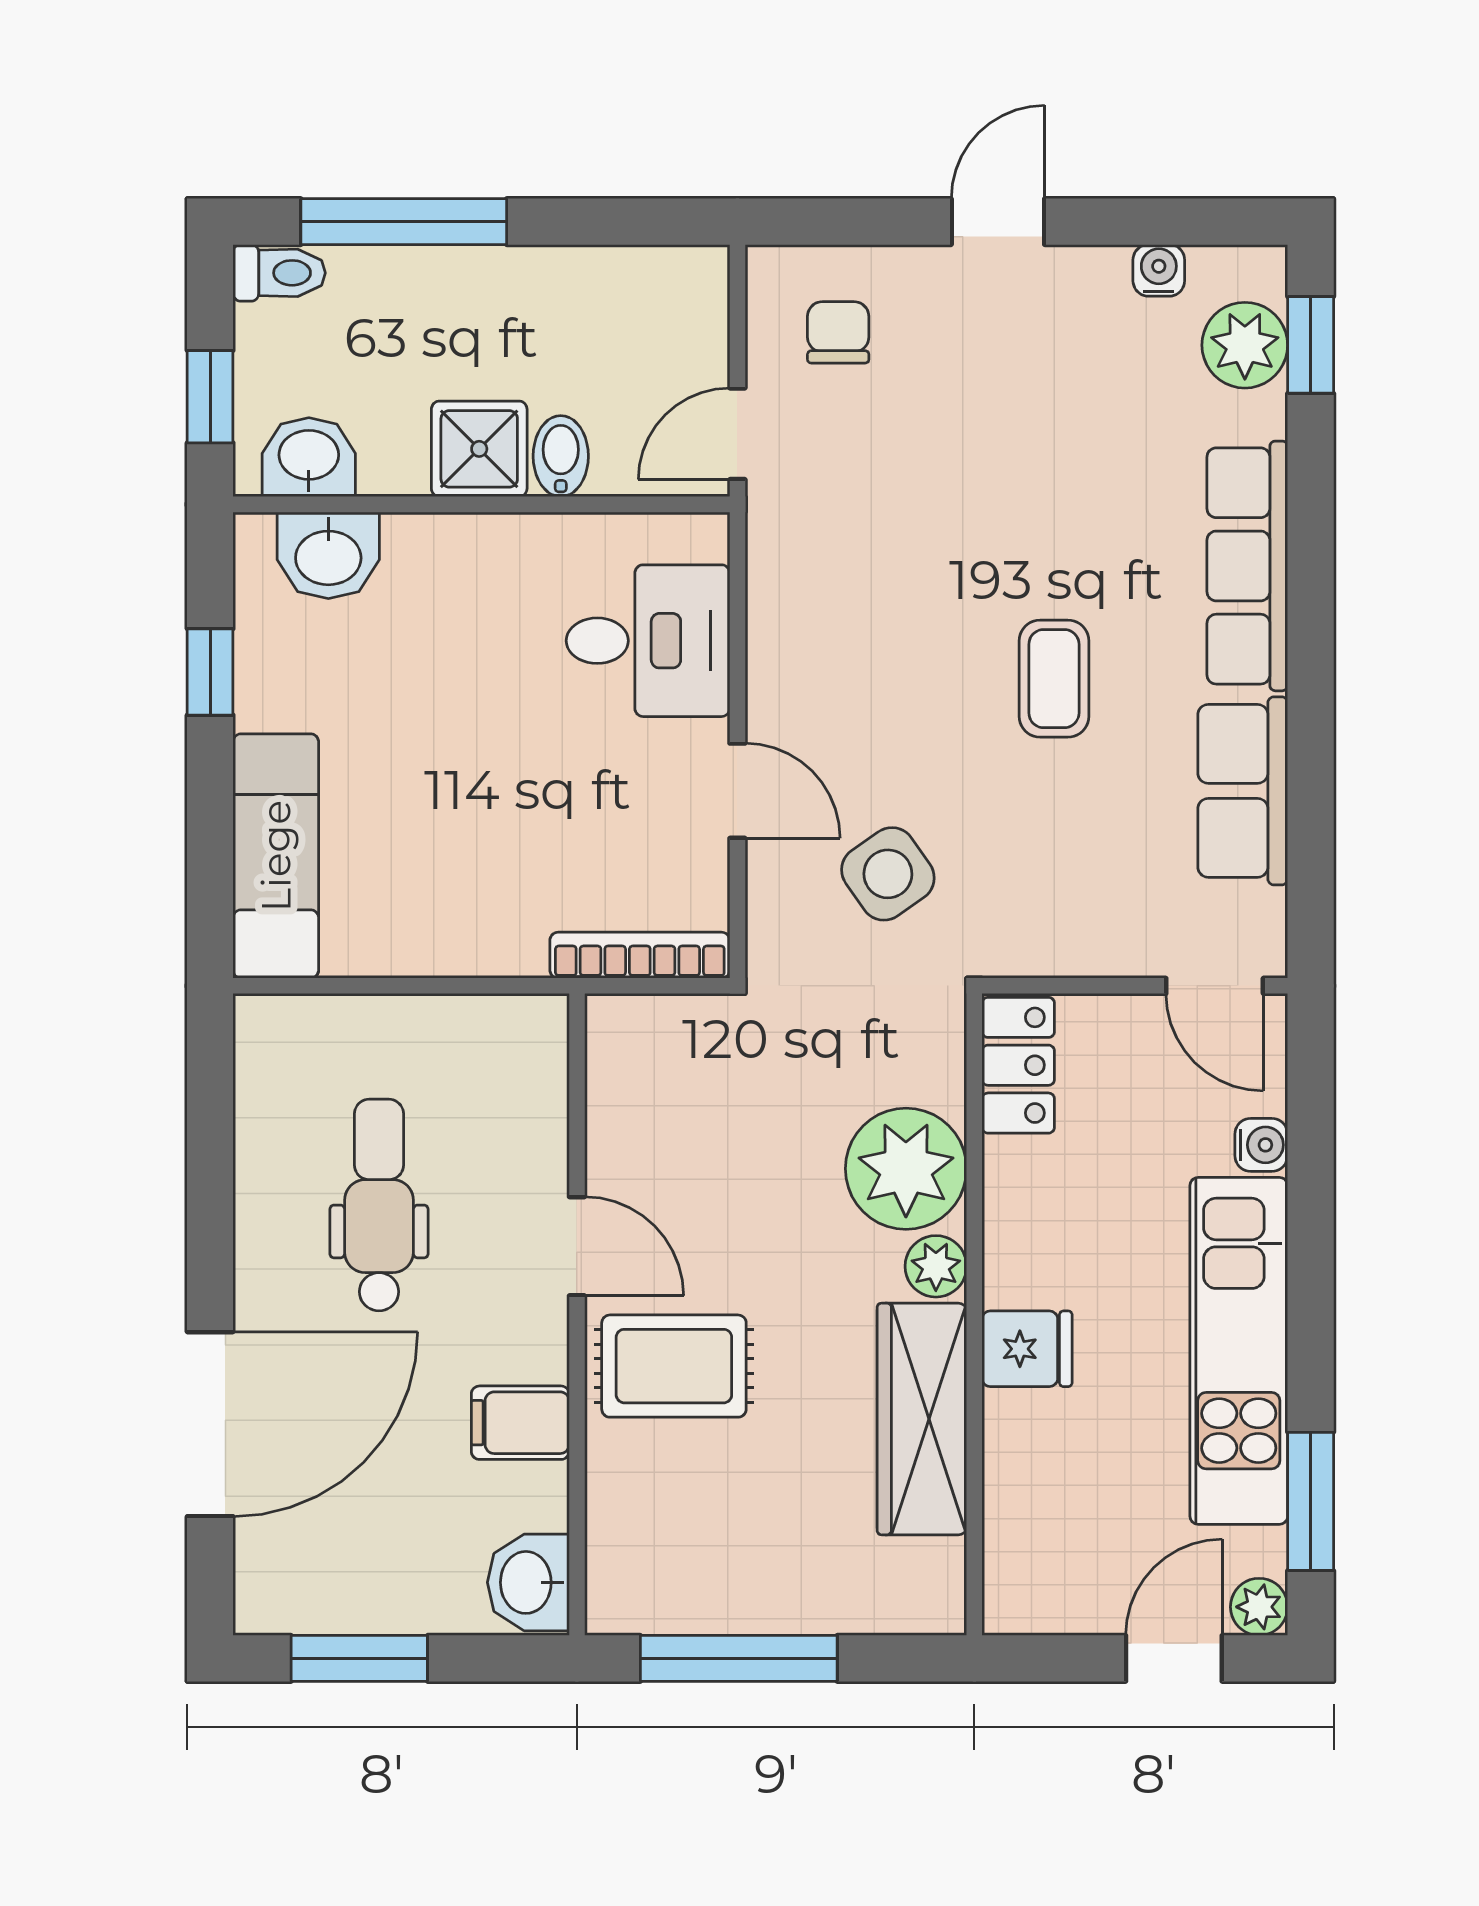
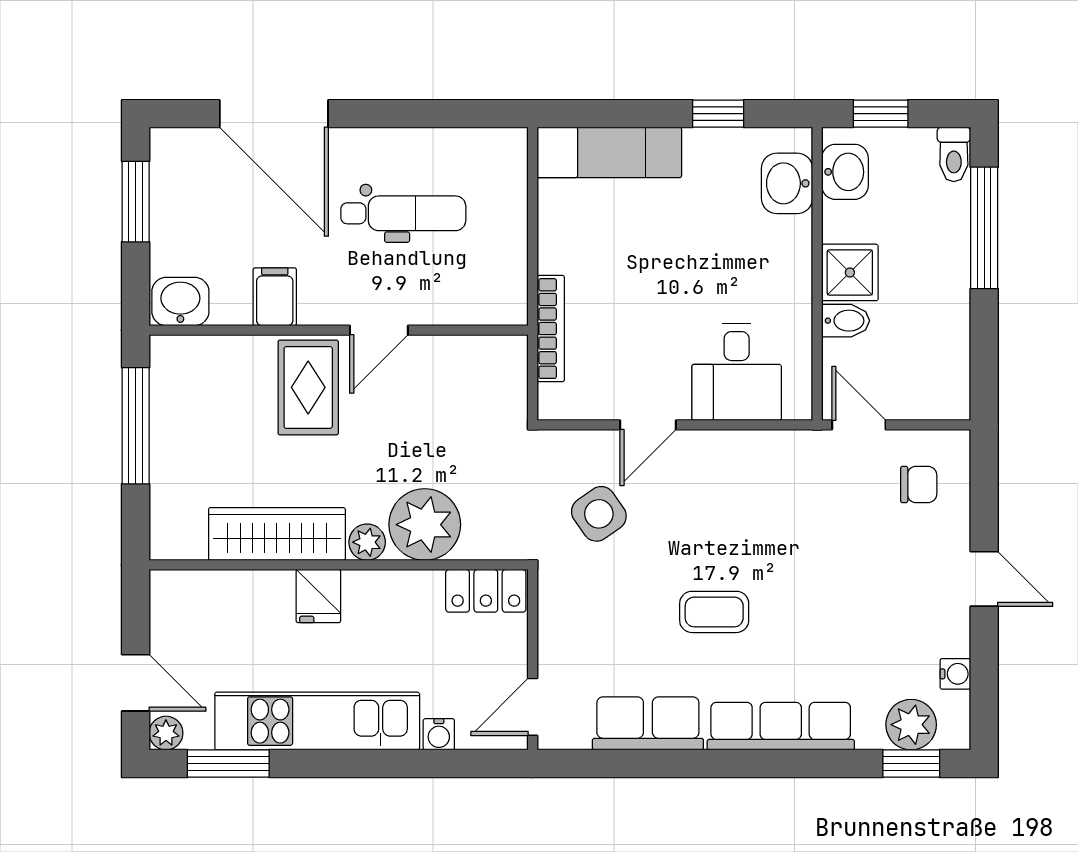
bookcase: (640, 955) -> (551, 329), moved

